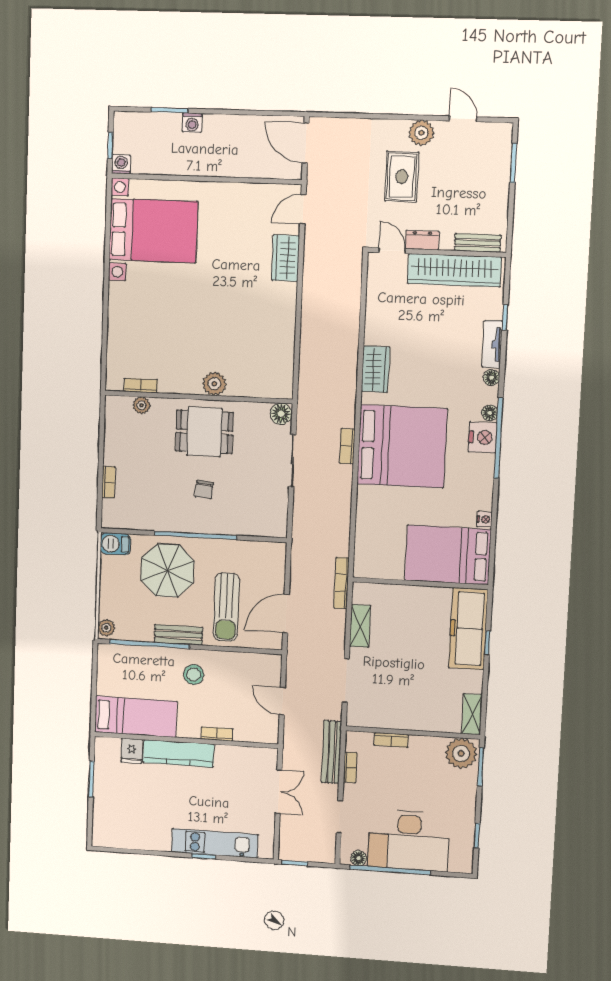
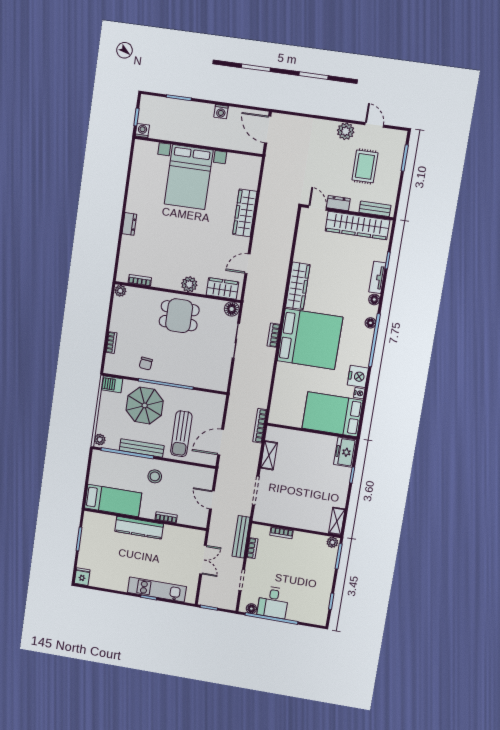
washing machine: (192, 123) -> (221, 112), moved
rug: (402, 177) -> (365, 166), moved
door: (303, 209) -> (247, 264), moved
bed with nightstands: (153, 231) -> (189, 177), moved, turned 90
wardrobe: (286, 258) -> (245, 213), width x1.50
dresser: (116, 304) -> (129, 224), added
wardrobe: (375, 369) -> (298, 286), width x1.50
wardrobe: (264, 385) -> (222, 288), added
plant: (141, 405) -> (120, 291), moved
nightstand: (483, 437) -> (358, 376), moved
chair: (204, 490) -> (146, 364), moved
freezer: (468, 629) -> (345, 452), width x0.52, depth x0.79
bench: (178, 635) -> (142, 448), width x1.36
fridge: (132, 751) -> (82, 577), moved, turned 180
plant: (461, 753) -> (332, 542), width x0.53, depth x0.53
desk: (409, 840) -> (273, 602), width x0.53, depth x0.77

